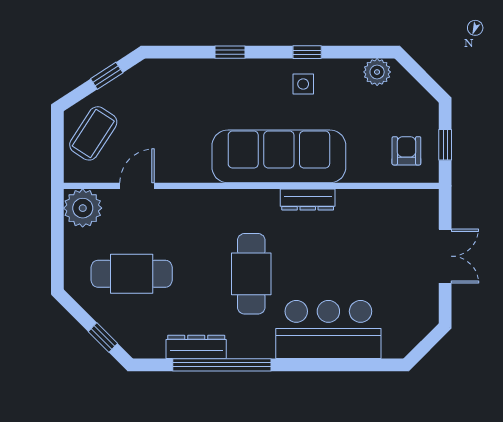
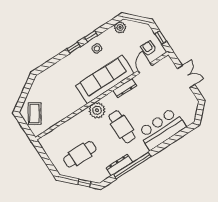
window: (230, 52) -> (74, 48), moved
window: (107, 76) -> (26, 90), removed
door: (137, 186) -> (145, 68), moved
plant: (83, 208) -> (97, 110), moved

